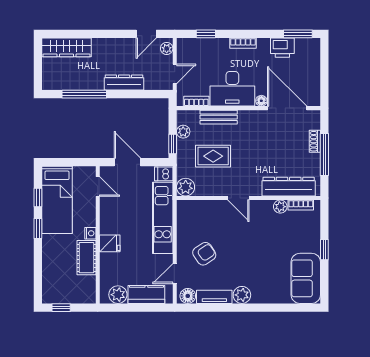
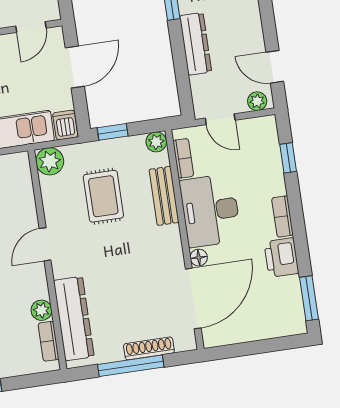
printer: (282, 48) -> (281, 258), moved
plant: (183, 132) -> (156, 142), moved
shoe rack: (315, 141) -> (149, 348), width x1.43

